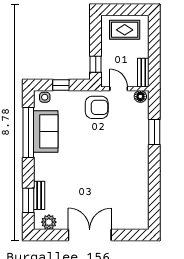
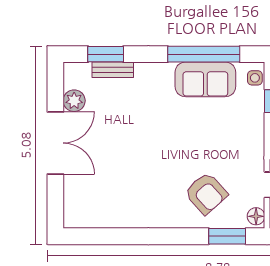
armchair: (97, 107) -> (206, 193), moved, turned -42
window: (154, 132) -> (227, 236), moved
plant: (49, 222) -> (74, 101), moved

